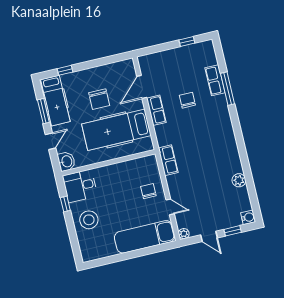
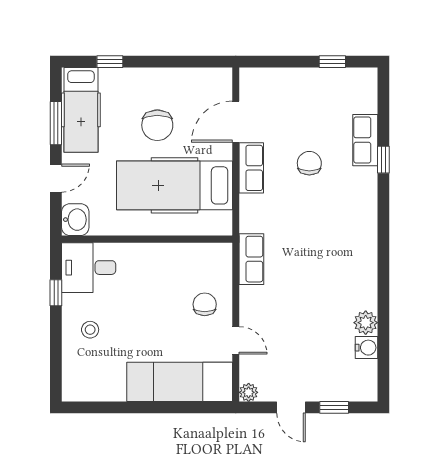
window: (228, 89) -> (383, 160), width x0.46
water cooler: (248, 217) -> (366, 348), moved
stool: (89, 220) -> (90, 330), width x0.53, depth x0.53

